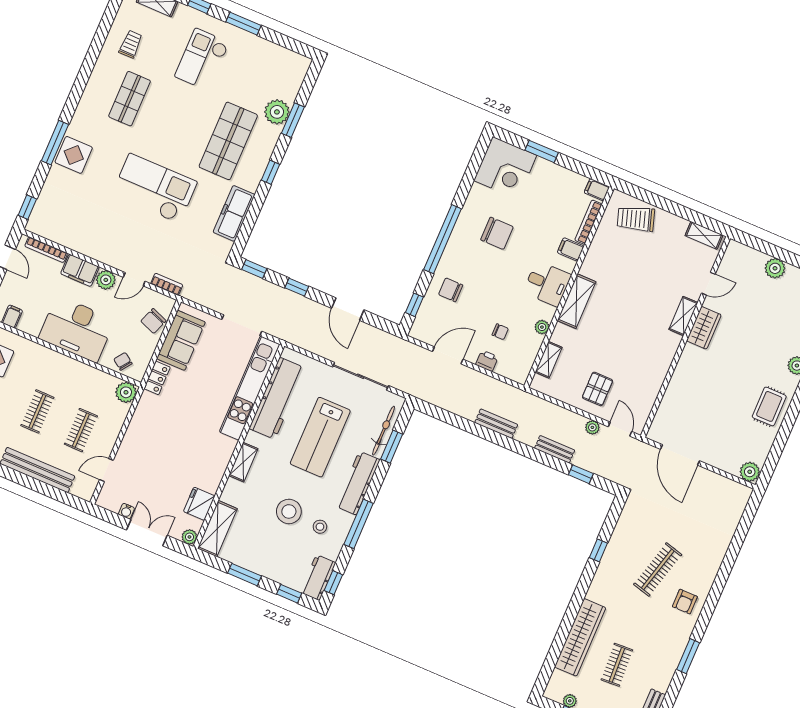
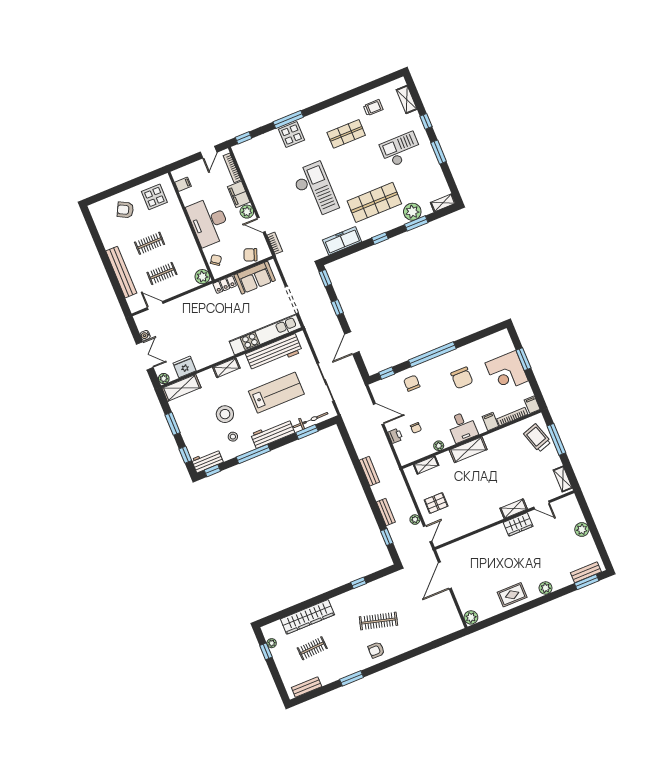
shelving: (300, 72) -> (443, 203), added
corner desk: (505, 168) -> (507, 372), moved
window: (657, 201) -> (556, 439), added
lab bench: (320, 437) -> (276, 393), turned 180

